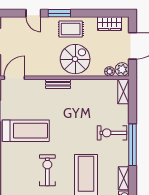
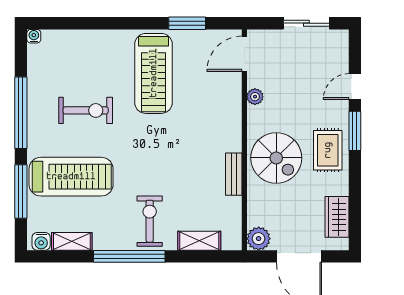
plant: (110, 71) -> (255, 97), moved
door: (14, 78) -> (244, 54), swing flipped
bench: (58, 84) -> (234, 174), moved
shelving: (123, 92) -> (199, 241), moved

